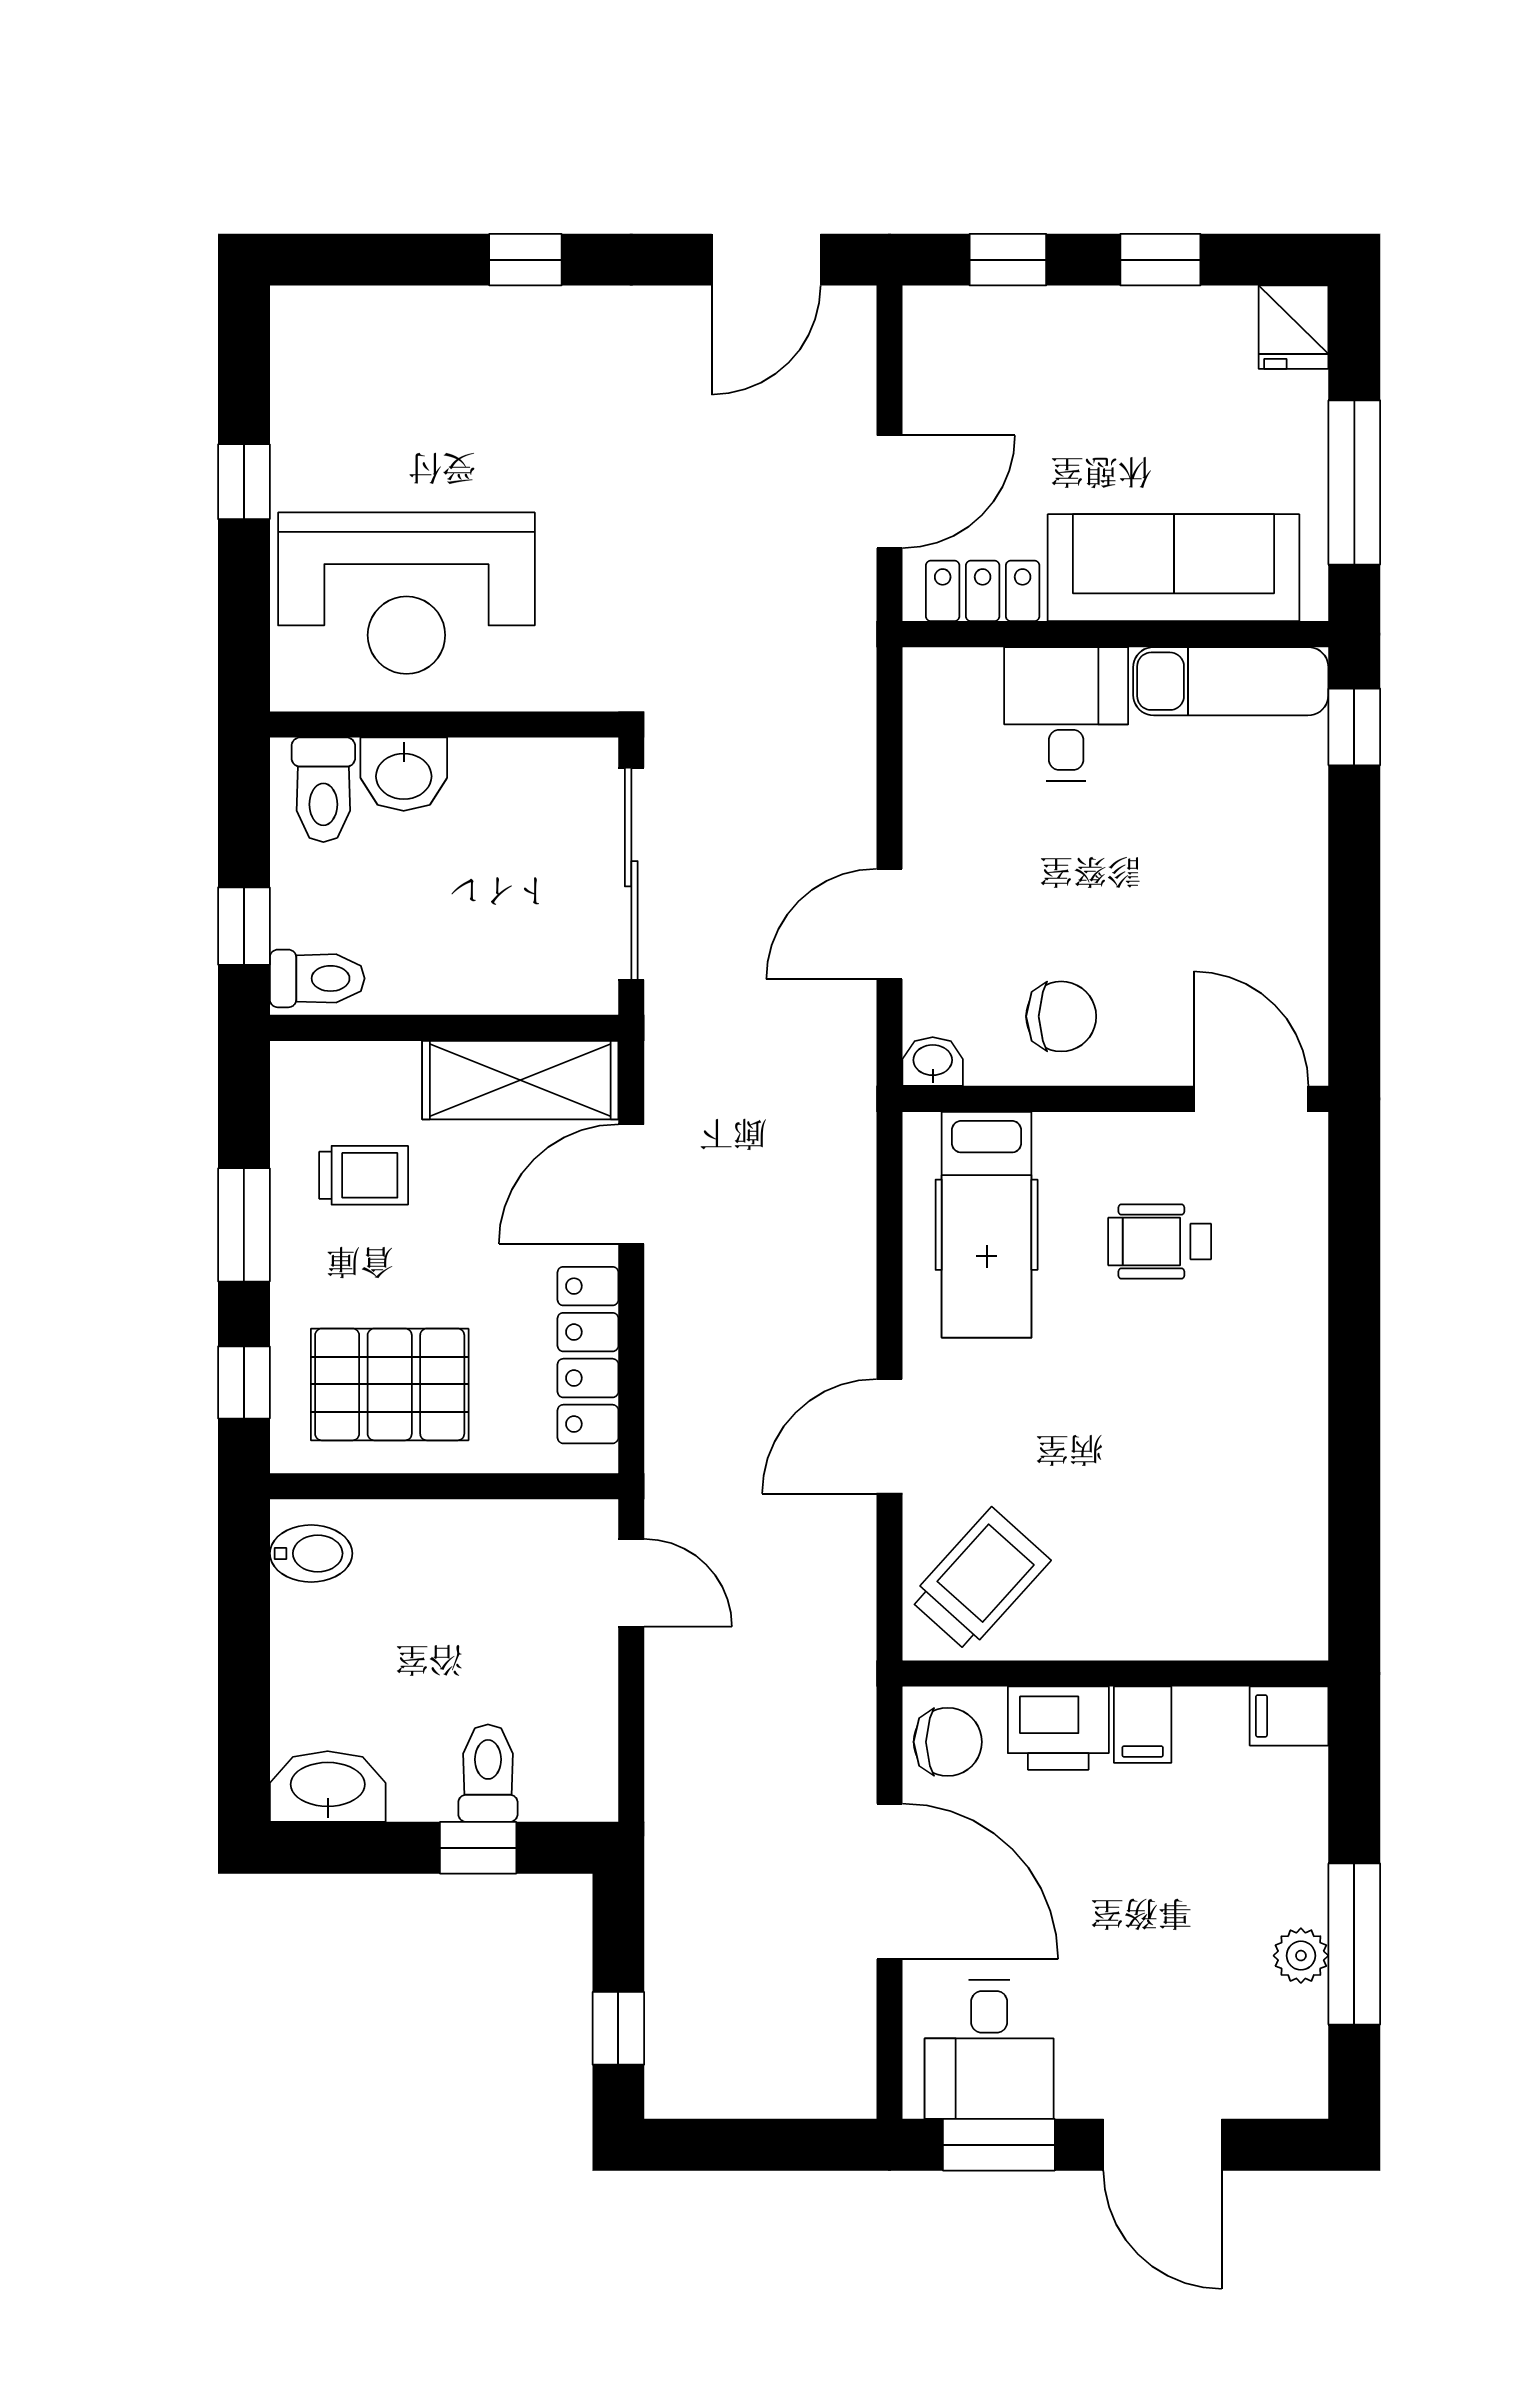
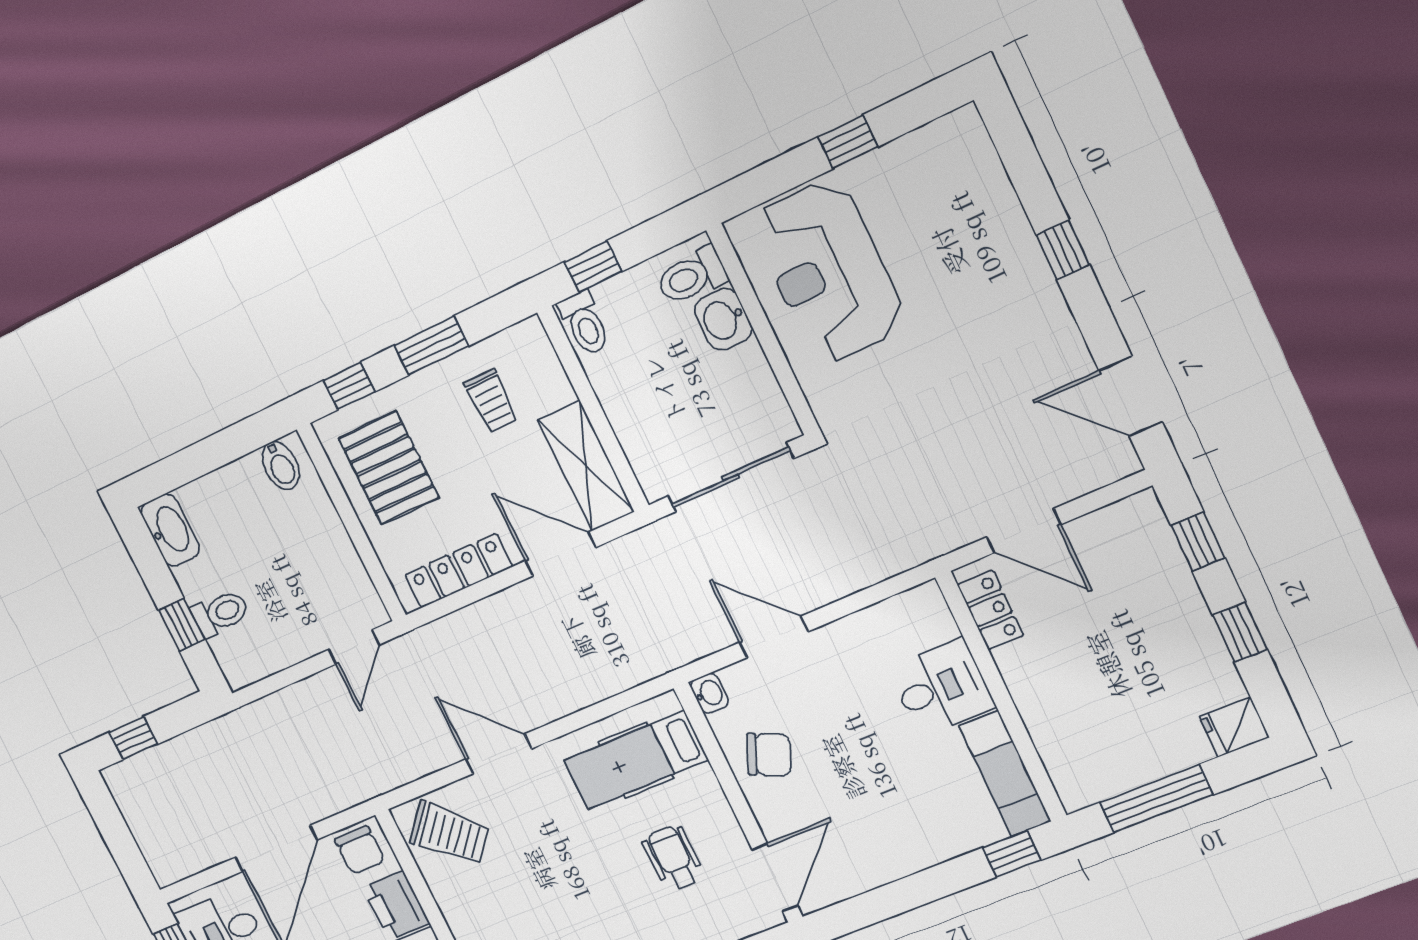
sofa: (1174, 568) -> (1056, 715), removed
chair: (1061, 1016) -> (769, 755), turned -66

